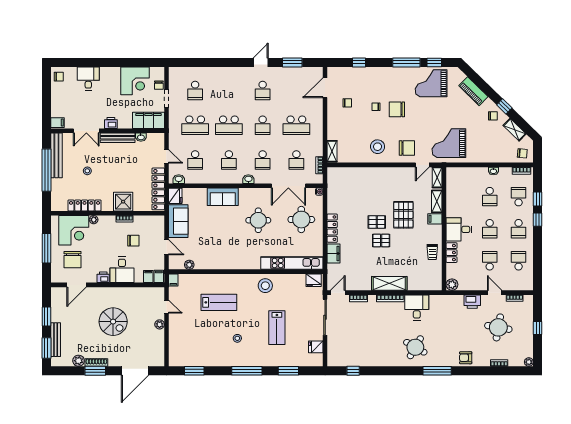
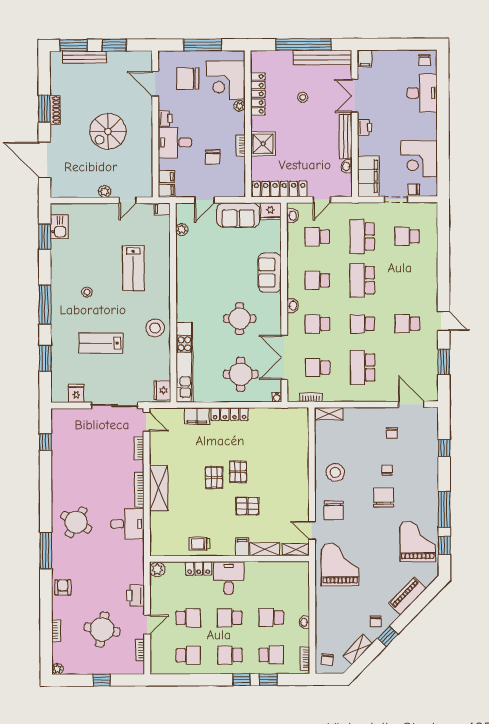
desk: (88, 78) -> (422, 93), width x1.37
pallet: (403, 215) -> (247, 506), width x0.67, depth x0.71
kitchen sink: (187, 360) -> (59, 227), added
plant: (79, 361) -> (57, 87), removed

